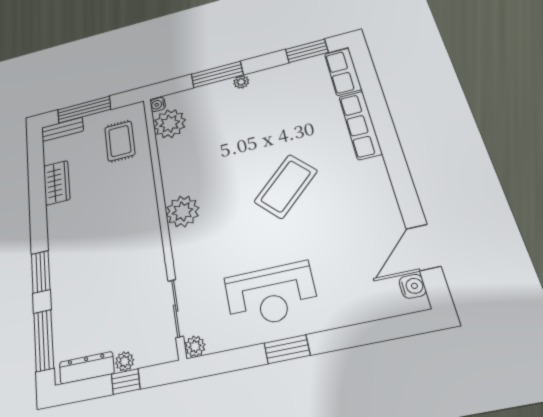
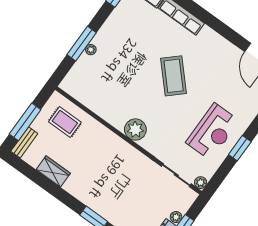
plant: (241, 82) -> (91, 50), moved
water cooler: (158, 104) -> (65, 86), removed
plant: (170, 124) -> (83, 91), removed

